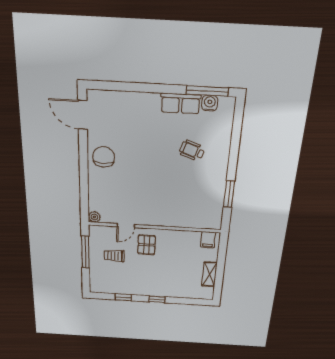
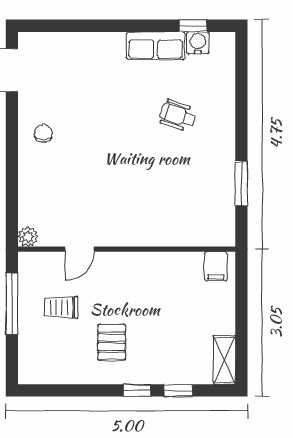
window: (207, 91) -> (193, 26), width x0.46
chair: (104, 157) -> (43, 134), width x0.54, depth x0.54
pallet: (146, 245) -> (112, 342), moved
shelving: (209, 274) -> (224, 360), moved
window: (123, 297) -> (178, 390), moved

